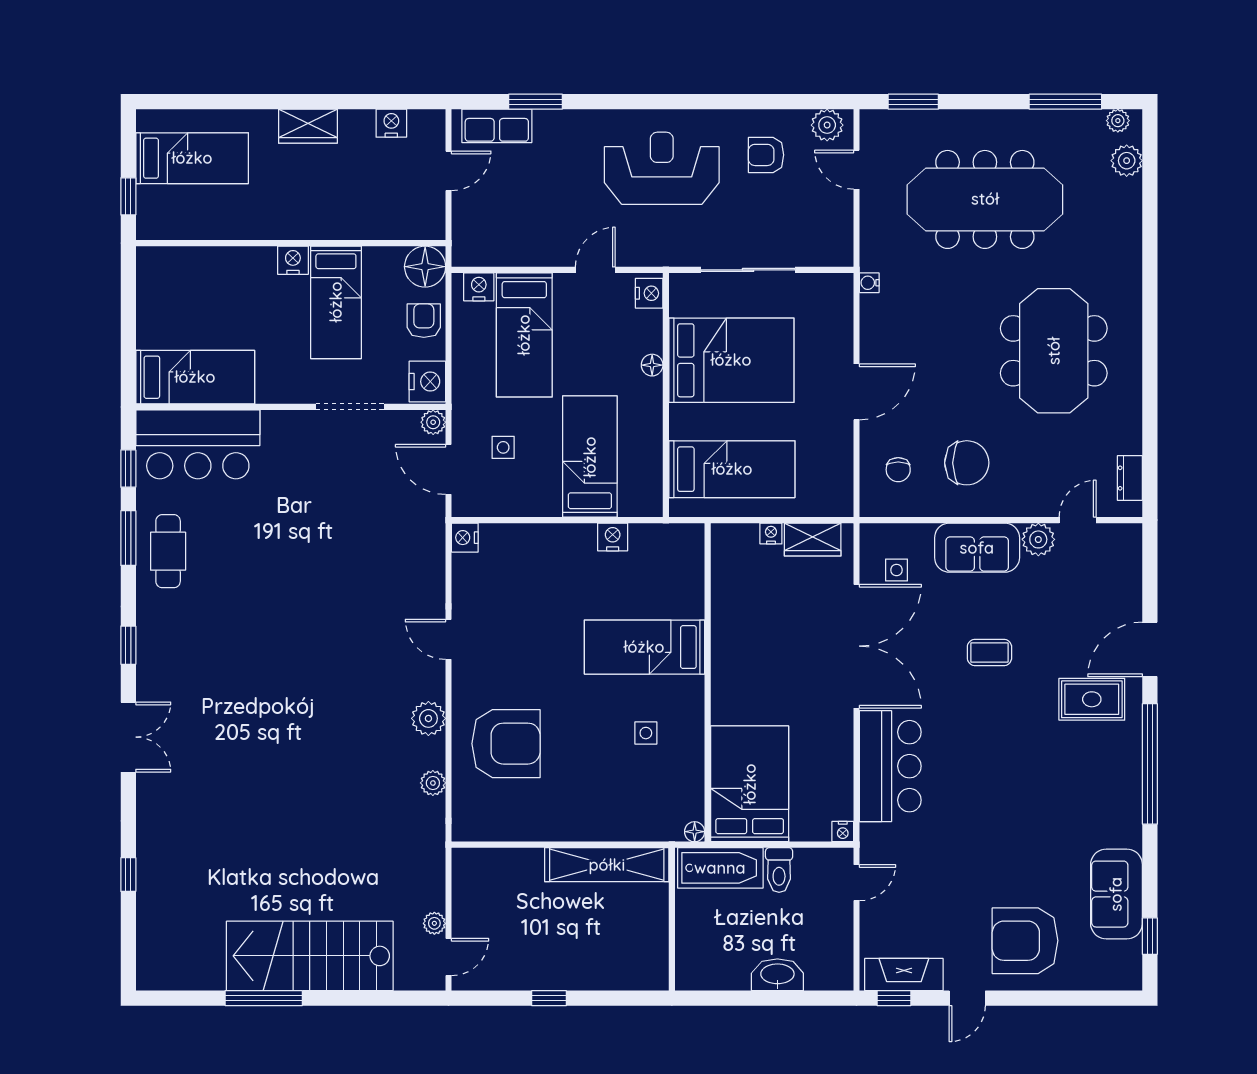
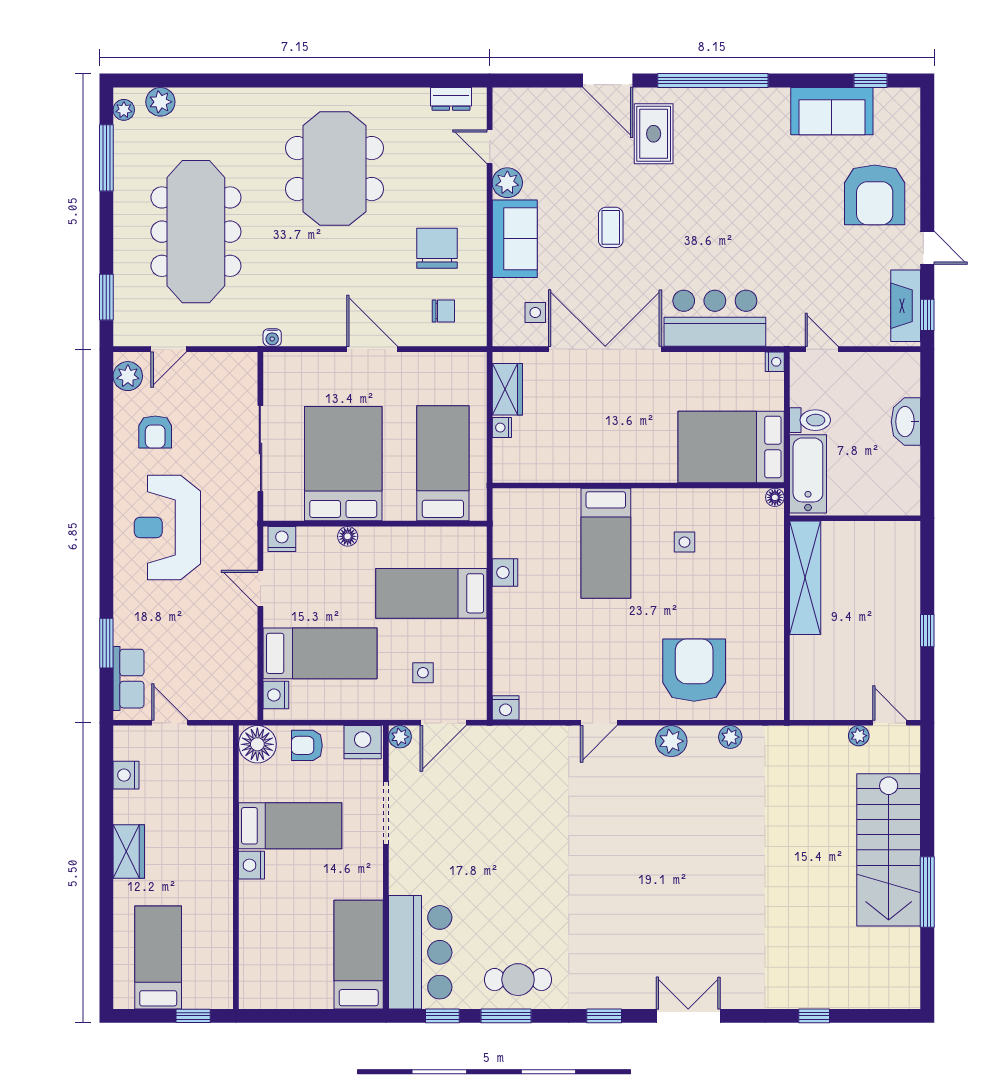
meeting table: (1054, 351) -> (335, 169), turned 90

